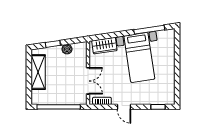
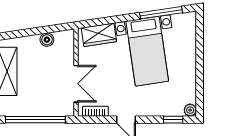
window: (53, 44) -> (27, 32), removed
plant: (170, 100) -> (190, 110), added

